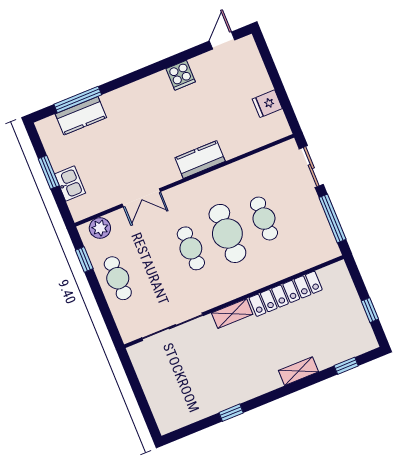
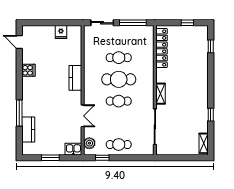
window: (78, 99) -> (19, 113), moved
kitchen sink: (70, 184) -> (73, 149), moved
locker: (286, 294) -> (162, 48), moved
shelving: (299, 371) -> (204, 143), moved

